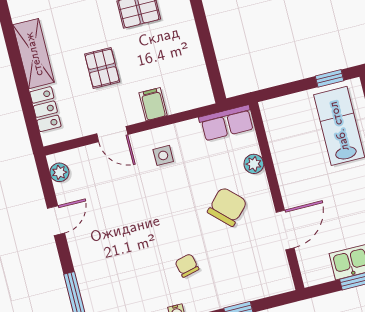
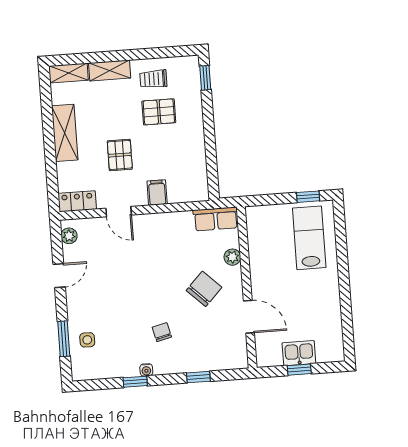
locker: (45, 109) -> (77, 201), moved, turned -90
side table: (163, 155) -> (87, 340), moved
door: (285, 230) -> (249, 317), hinge flipped

